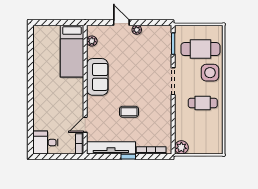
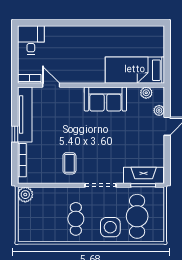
plant: (137, 30) -> (159, 110), moved
fireplace: (164, 43) -> (144, 175), added
coffee table: (129, 112) -> (69, 163), moved

